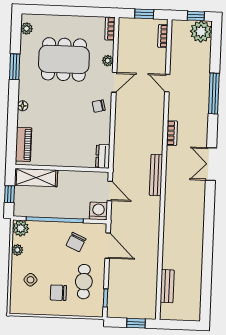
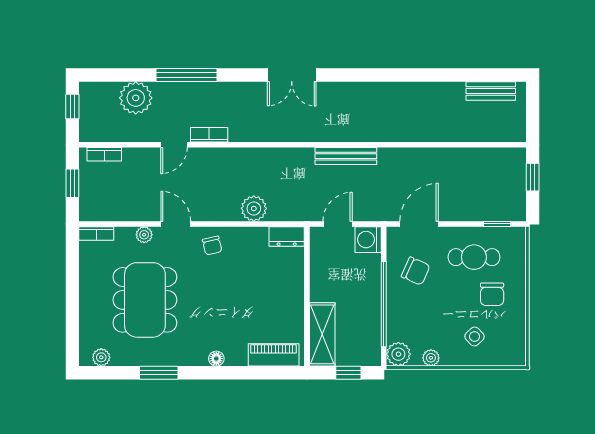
plant: (201, 32) -> (136, 98), moved
bookcase: (172, 133) -> (209, 135), moved
plant: (122, 135) -> (254, 208), added
bench: (156, 175) -> (346, 156), moved
bench: (167, 286) -> (491, 91), moved

